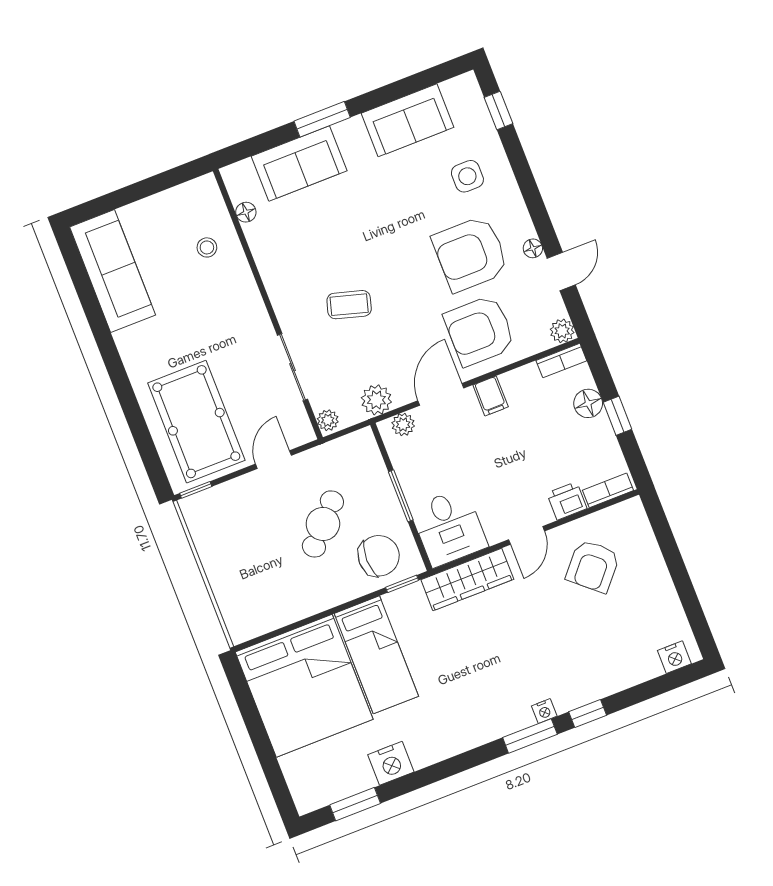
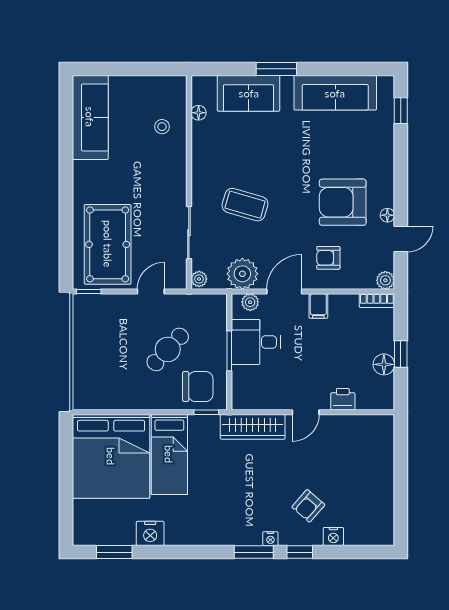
sofa: (408, 120) -> (335, 93), width x1.36
side table: (467, 176) -> (362, 148), removed
coffee table: (349, 305) -> (245, 205), width x1.36, depth x1.30
armchair: (480, 331) -> (328, 258), width x0.53, depth x0.53
plant: (376, 400) -> (242, 274), width x1.36, depth x1.36
floor lamp: (588, 403) -> (384, 364), moved
bookcase: (608, 490) -> (374, 403), removed
desk: (449, 527) -> (256, 342), moved, turned 90
armchair: (593, 566) -> (308, 506), moved, width x0.72, depth x0.72
nightstand: (674, 657) -> (333, 537), moved

